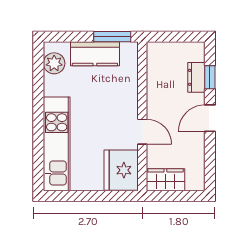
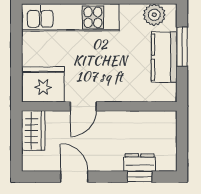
window: (112, 37) -> (182, 47), moved
door: (210, 118) -> (74, 177), moved

